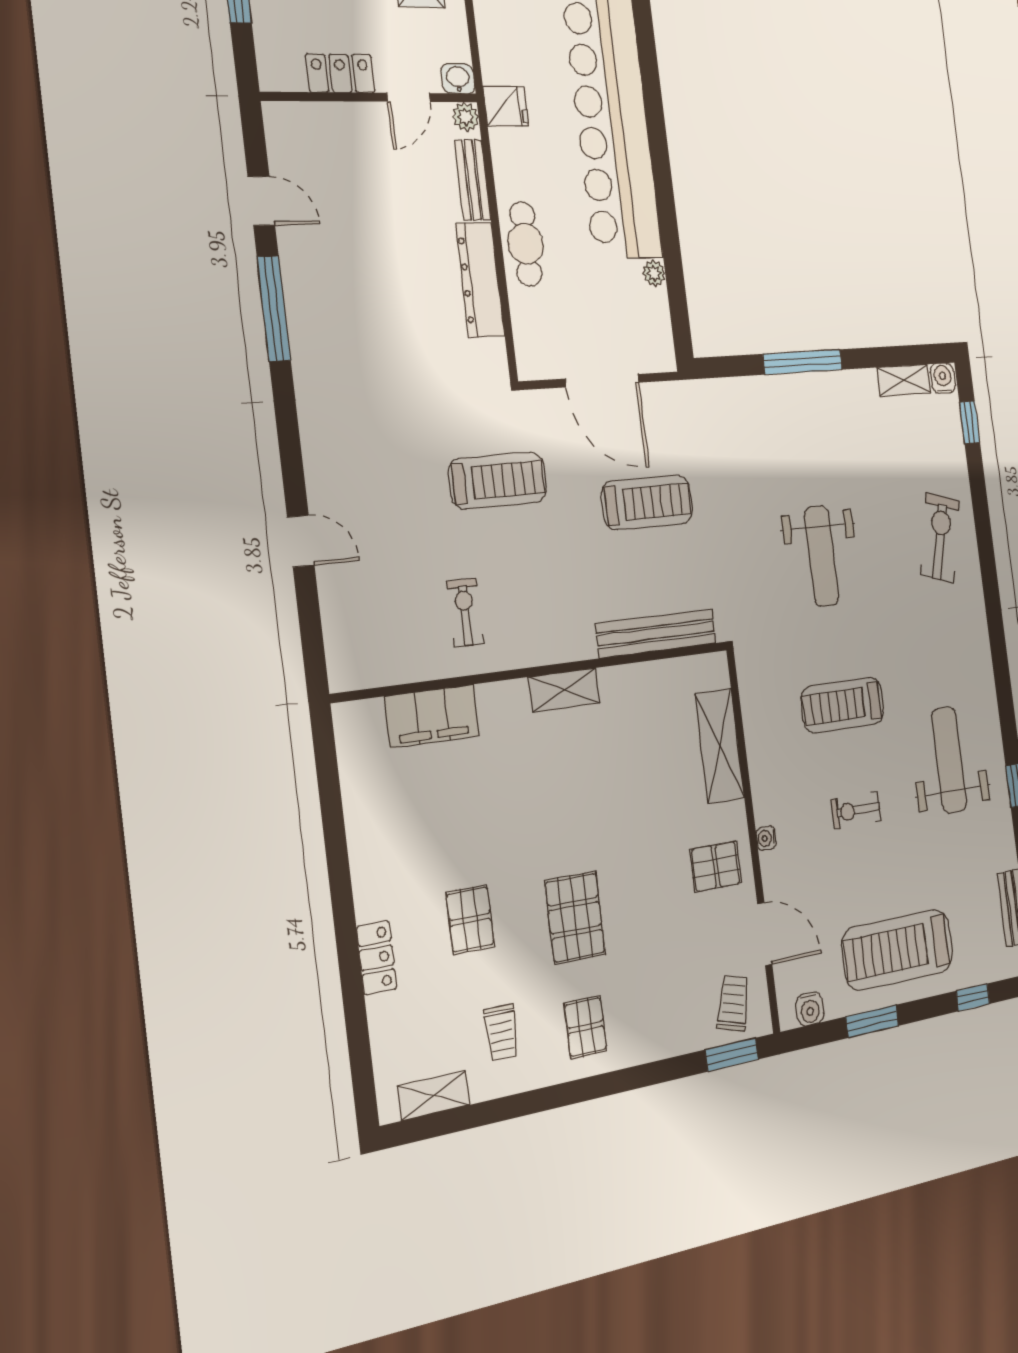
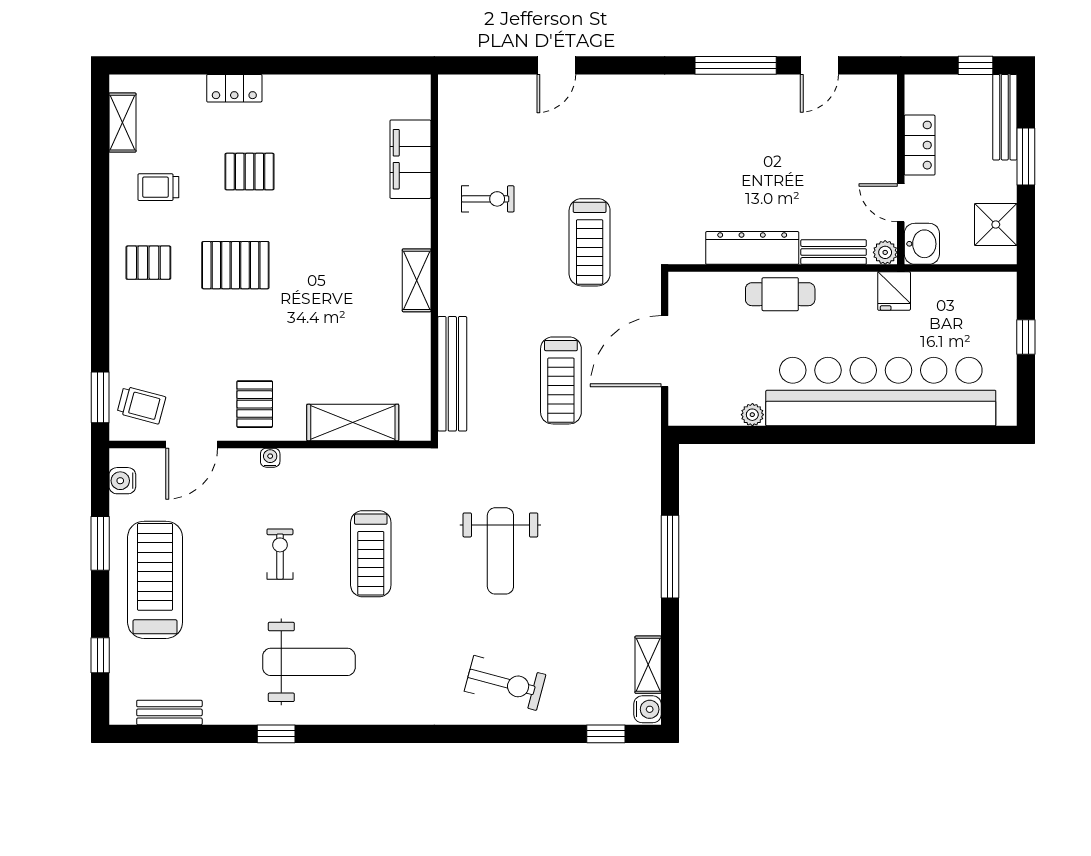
washbasin: (458, 79) -> (922, 244), width x1.38, depth x1.45
weight bench: (821, 556) -> (500, 551), turned -90
treadmill: (843, 705) -> (371, 554), turned 180

